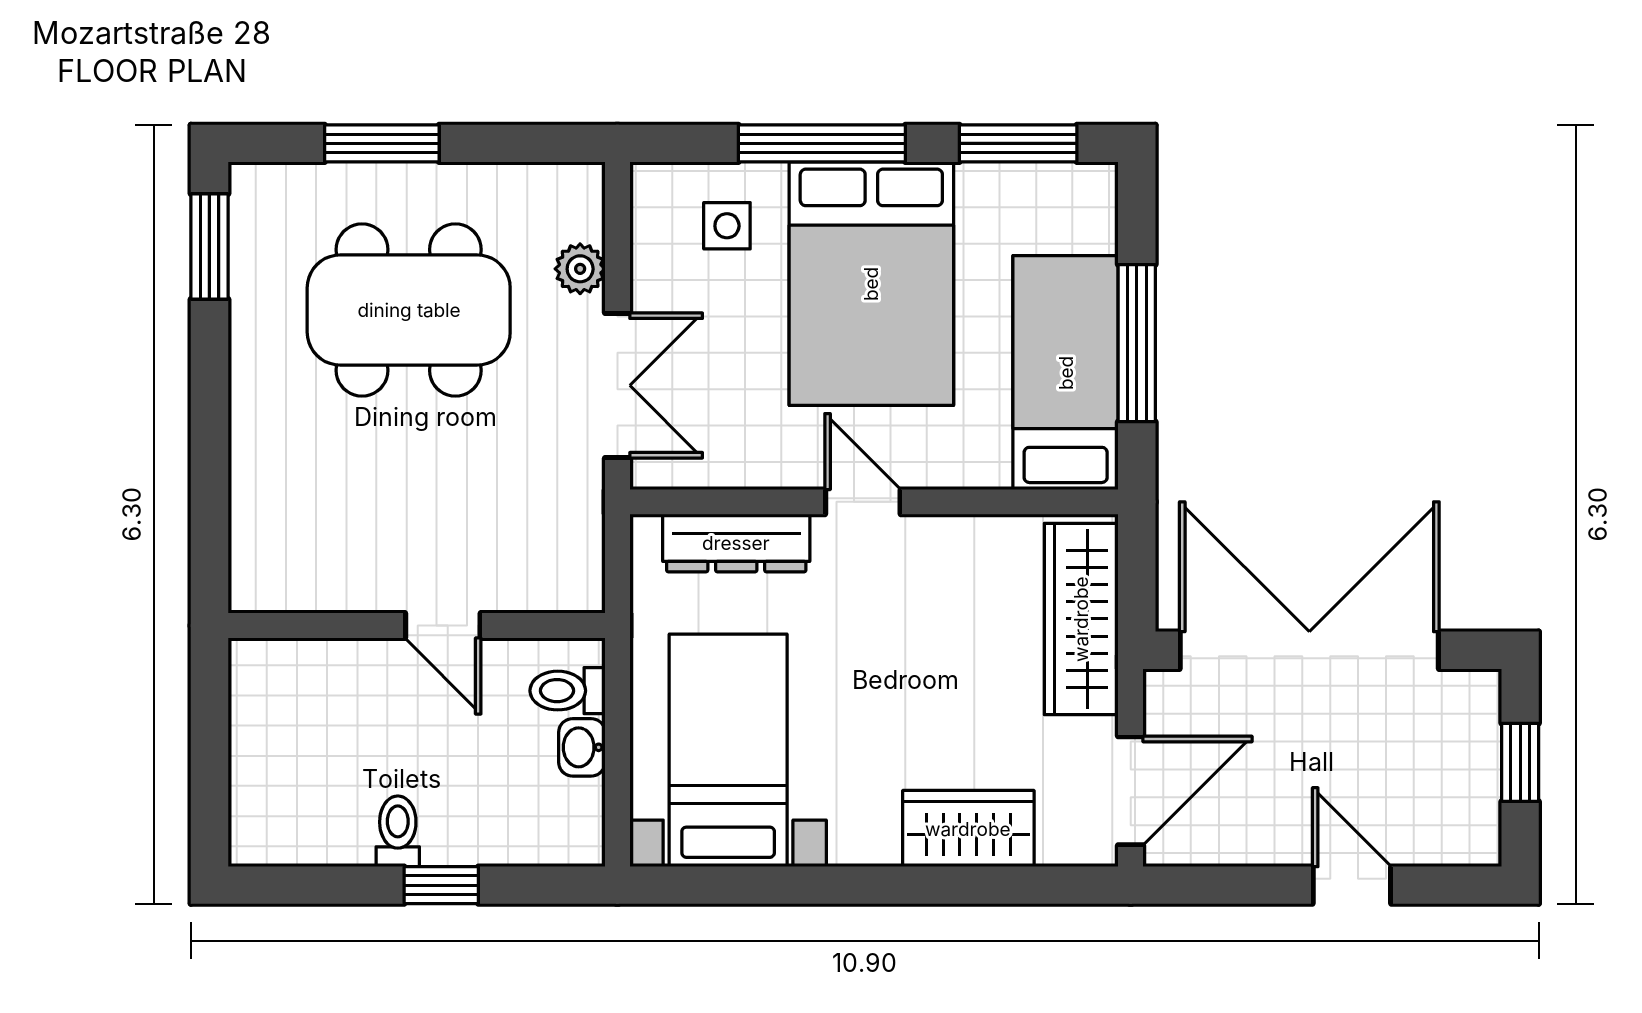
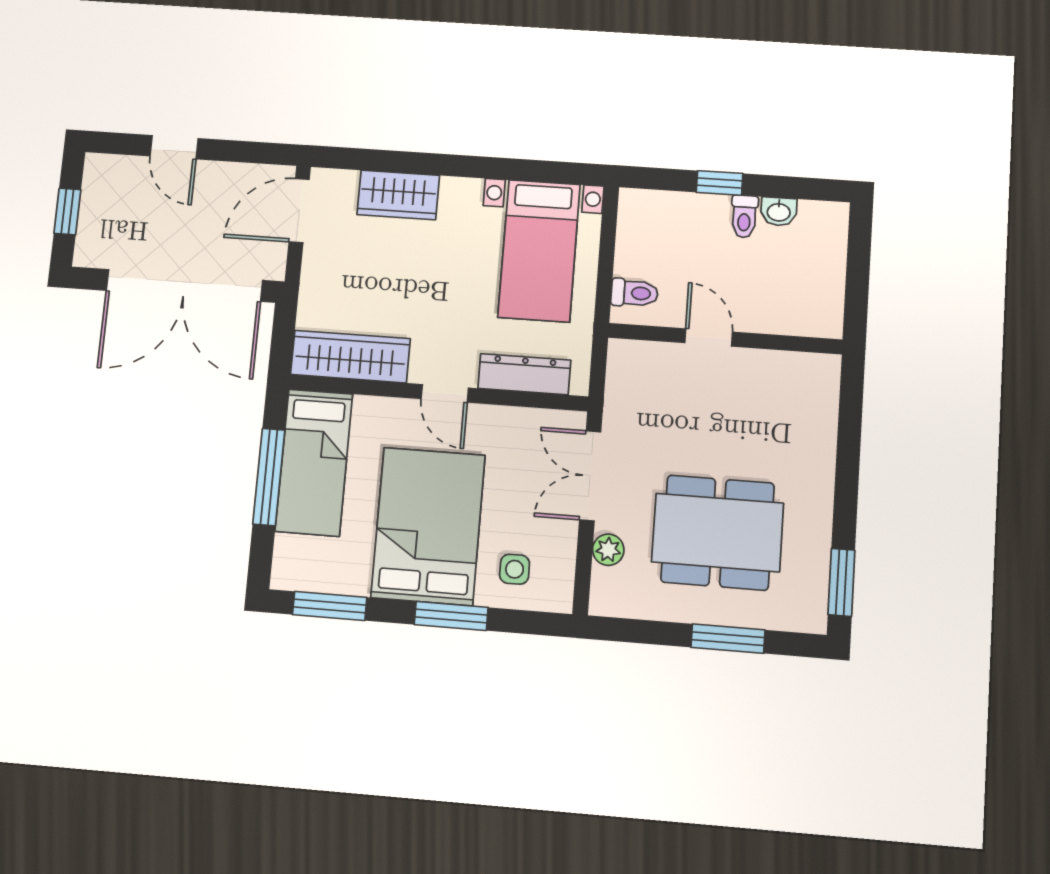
window: (822, 143) -> (451, 616), width x0.69
wardrobe: (1081, 619) -> (350, 357), moved, turned -90
washbasin: (582, 747) -> (779, 212), moved, turned 90

